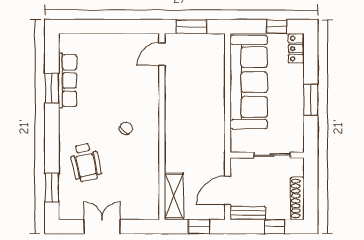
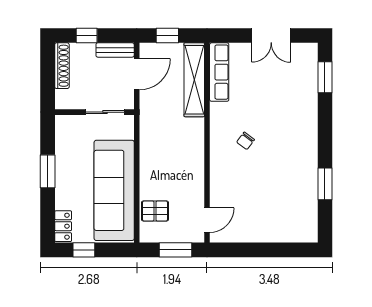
pallet: (211, 63) -> (155, 211), added
row of seats: (67, 80) -> (219, 72), moved, turned 180
sliding door: (272, 155) -> (105, 112), moved
wheelchair: (86, 162) -> (289, 104), removed
shelving: (174, 196) -> (194, 80), width x1.47

